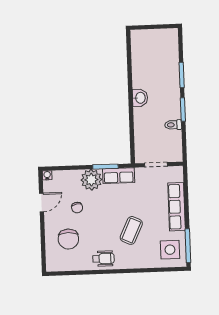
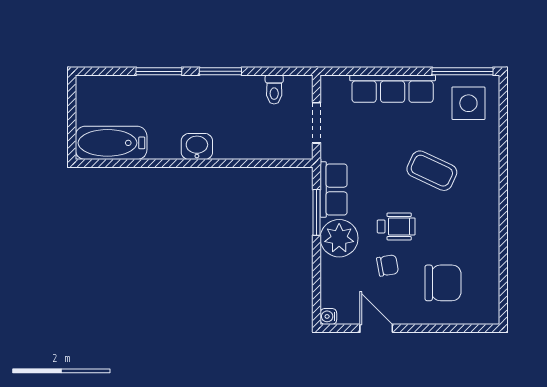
bathtub: (140, 49) -> (111, 143), added
toilet: (173, 125) -> (274, 89), moved
wheelchair: (103, 259) -> (396, 226), moved, turned 90

